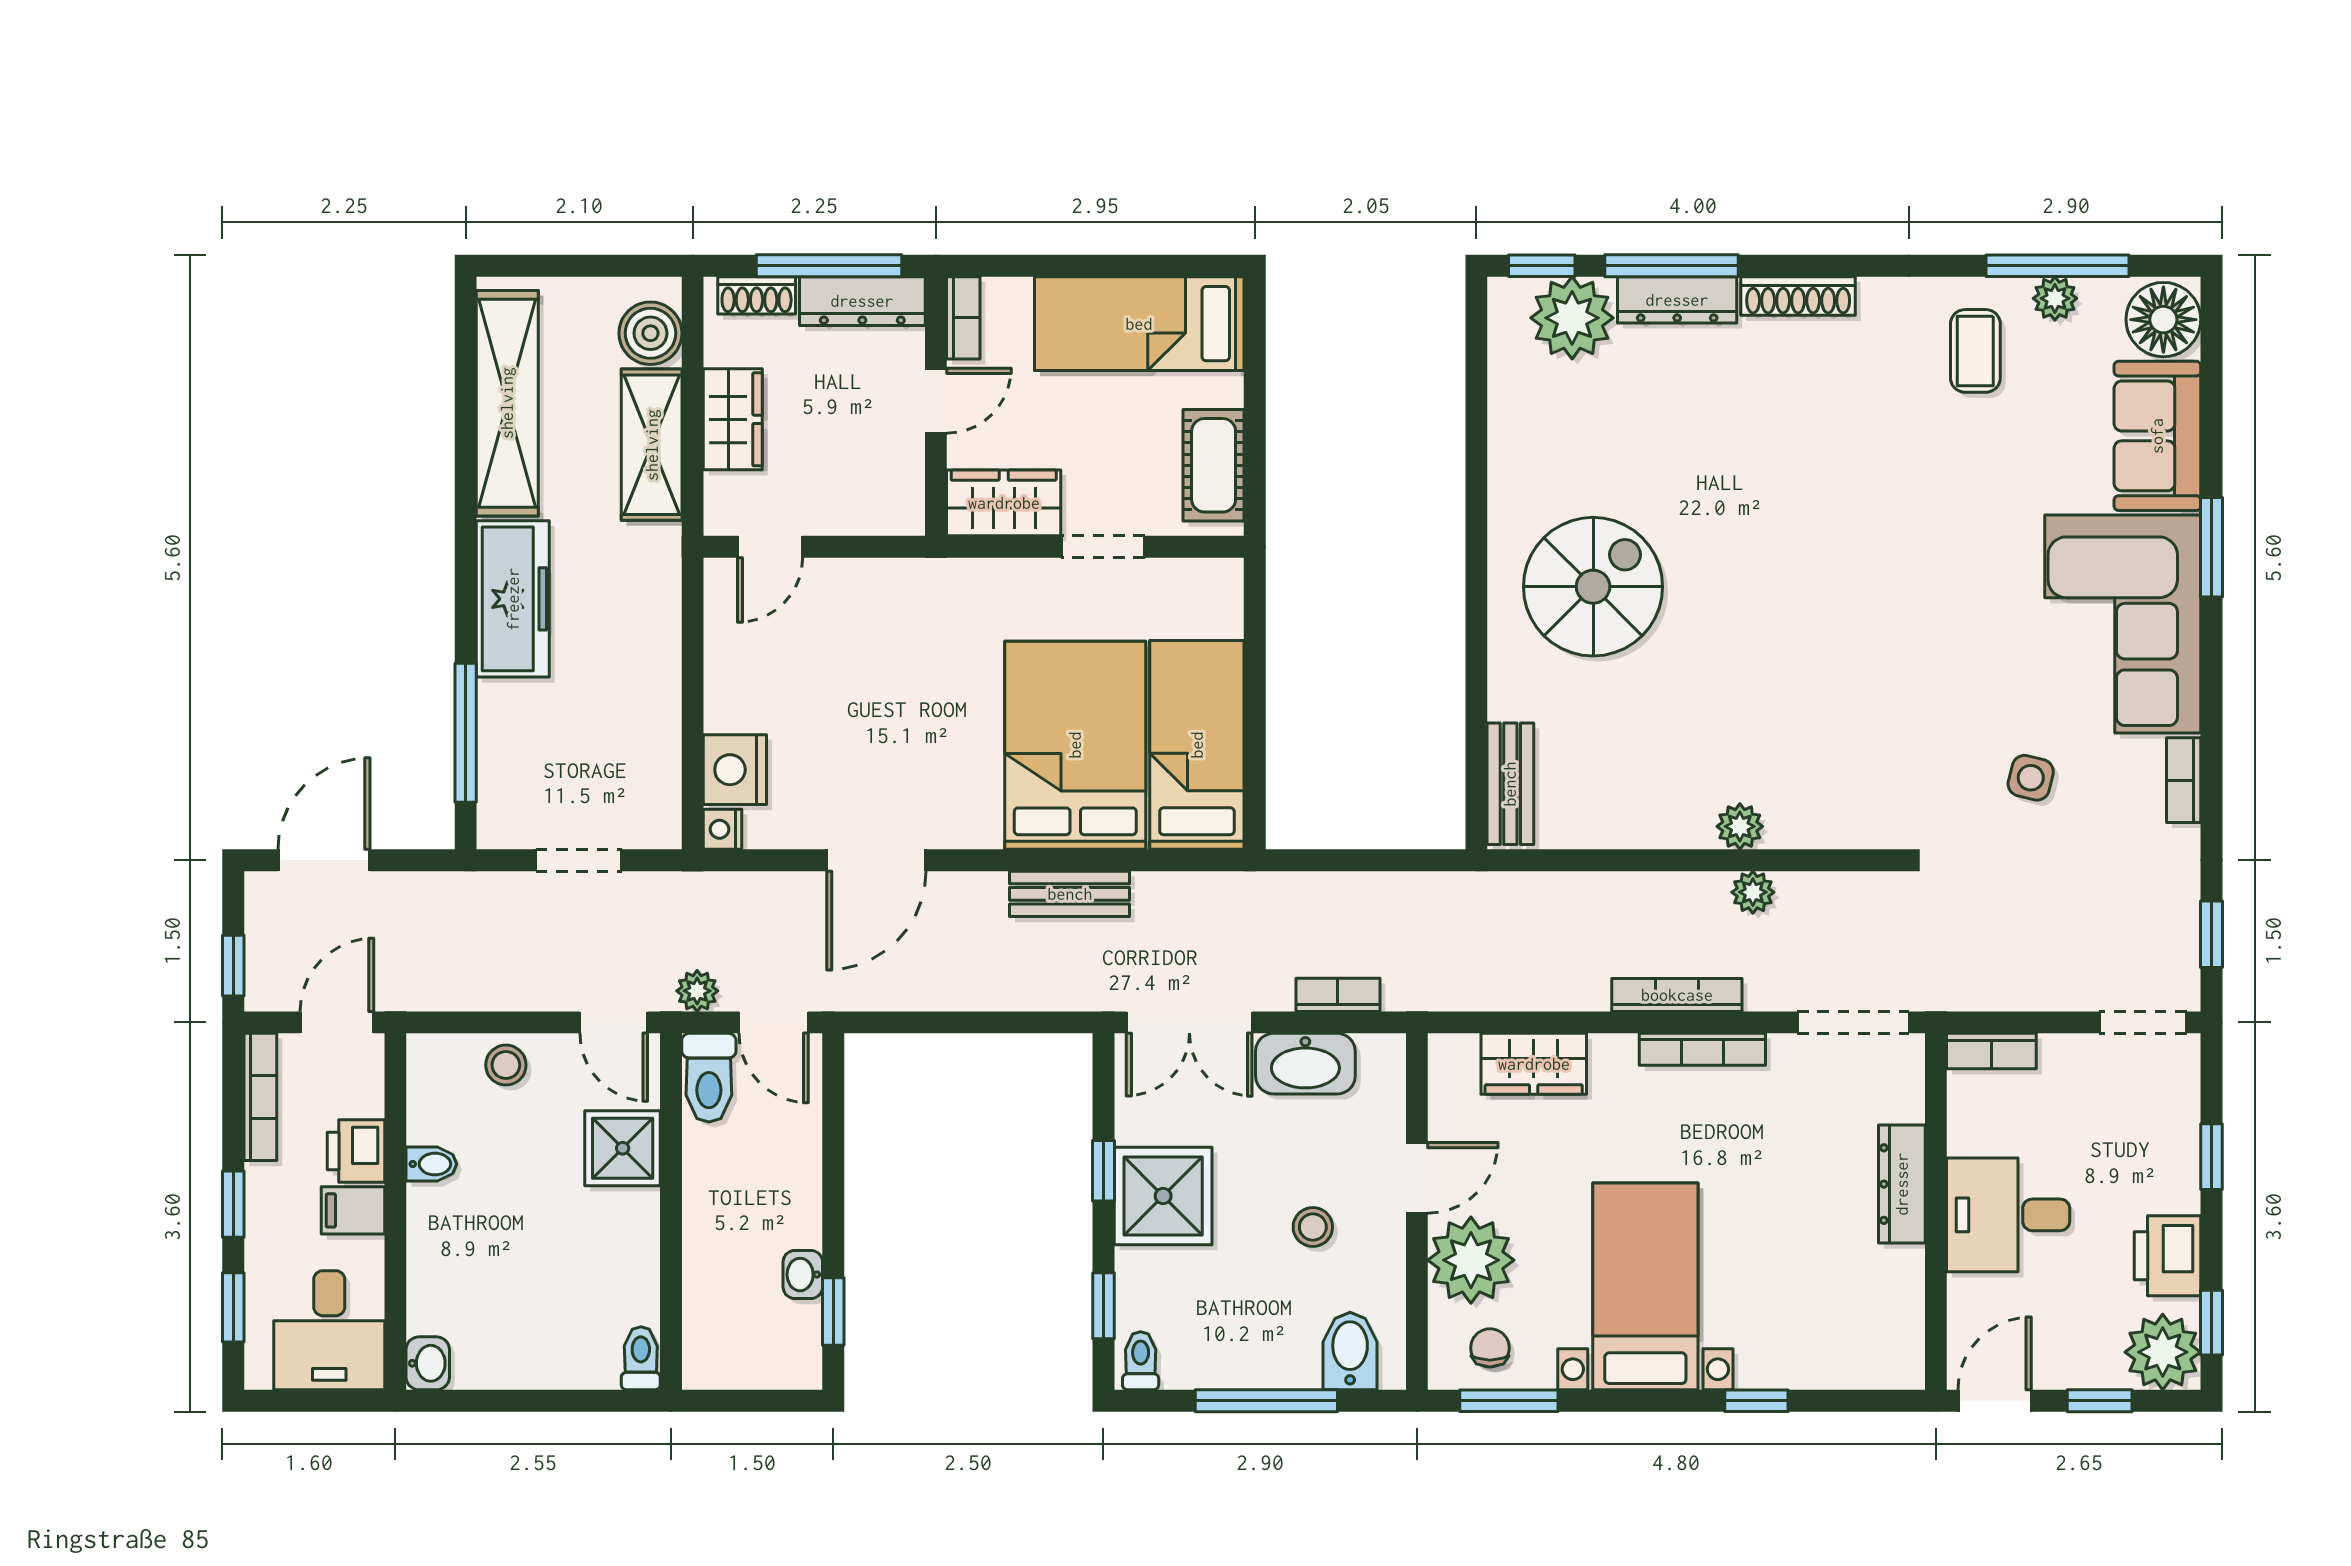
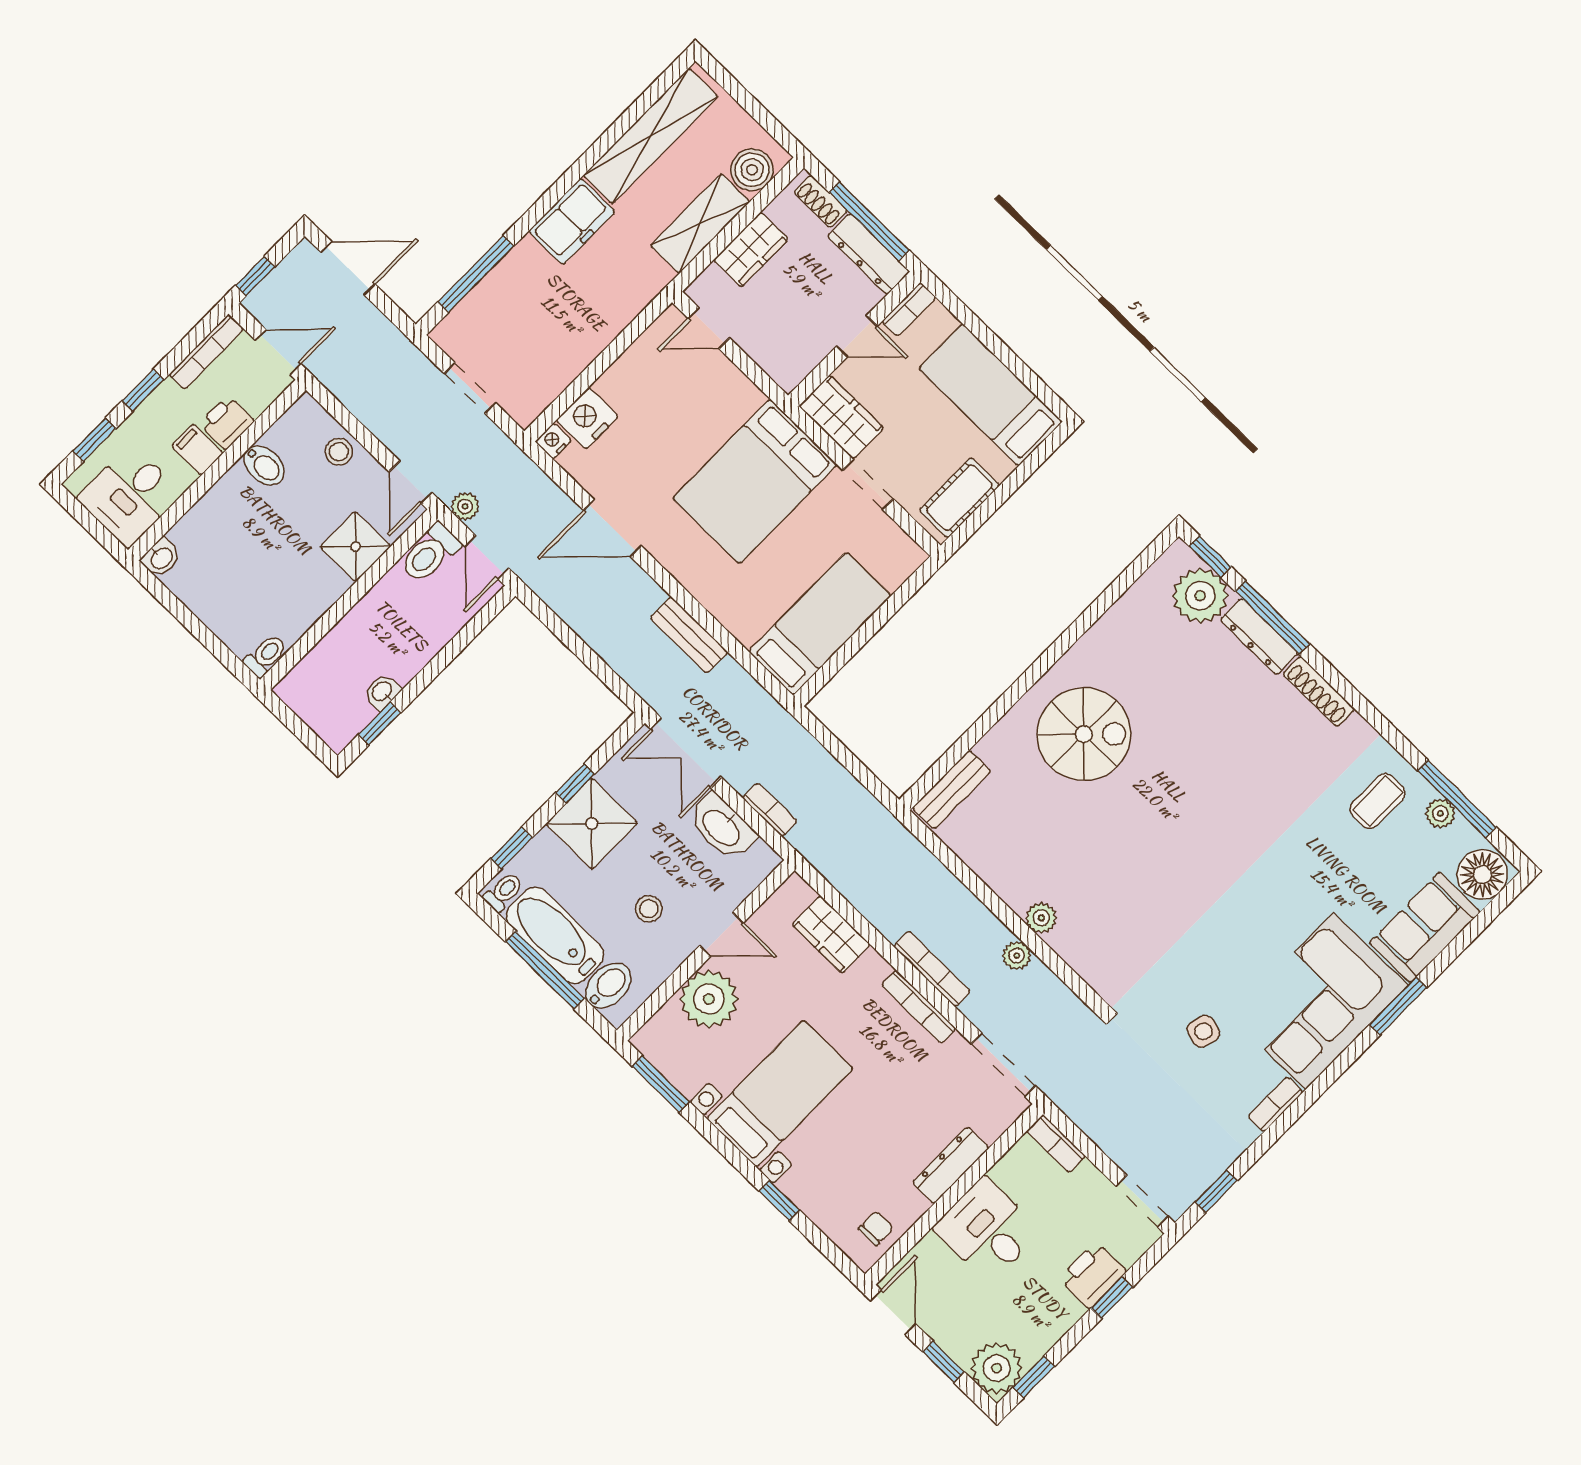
freezer: (513, 599) -> (572, 221), width x0.71
bed: (1075, 745) -> (755, 481), moved, turned 180
bidet: (431, 1164) -> (264, 465), width x1.38, depth x1.36
printer: (2167, 1256) -> (1093, 1275), moved
chair: (1490, 1348) -> (876, 1228), moved
bathtub: (1241, 1353) -> (555, 935), added
door: (1995, 1401) -> (893, 1312), hinge flipped

